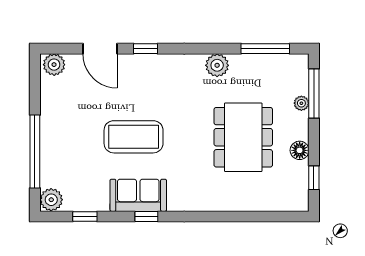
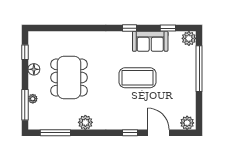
sofa: (138, 195) -> (150, 41), moved

